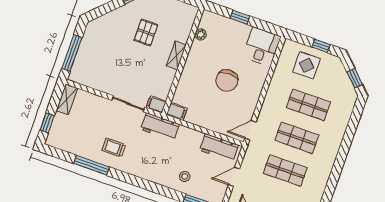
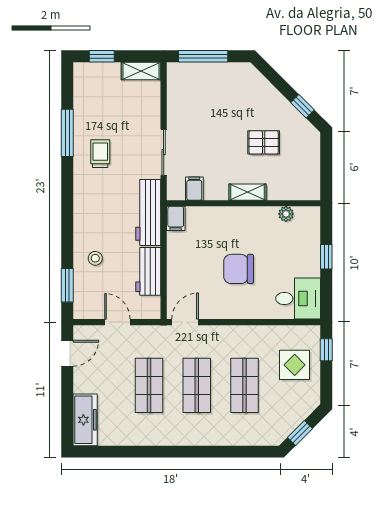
window: (321, 46) -> (326, 350), moved
filing cabinet: (156, 104) -> (194, 189), moved
workbench: (160, 127) -> (148, 213), width x1.38
door: (250, 130) -> (185, 322), hinge flipped
workbench: (219, 148) -> (148, 271), moved

